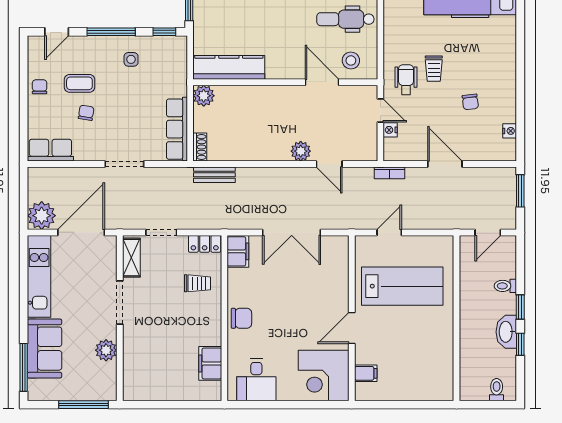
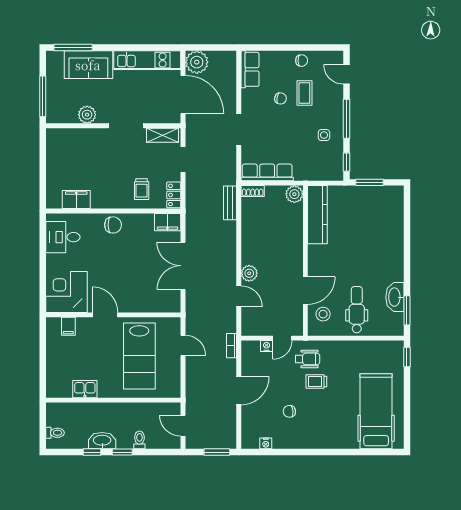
door: (329, 164) -> (239, 296), swing flipped
chair: (241, 318) -> (113, 225), turned -90
kitchen sink: (443, 353) -> (85, 389), added

